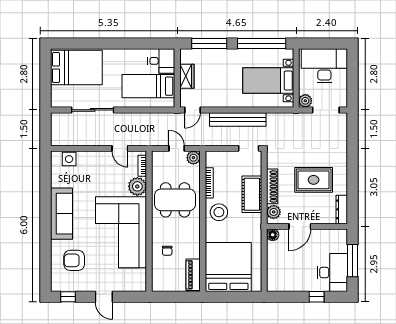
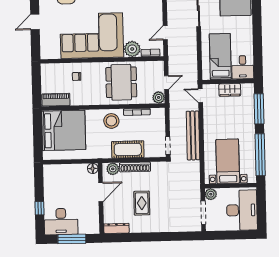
rug: (314, 180) -> (142, 203), width x0.73, depth x0.70
door: (300, 226) -> (101, 192), swing flipped

